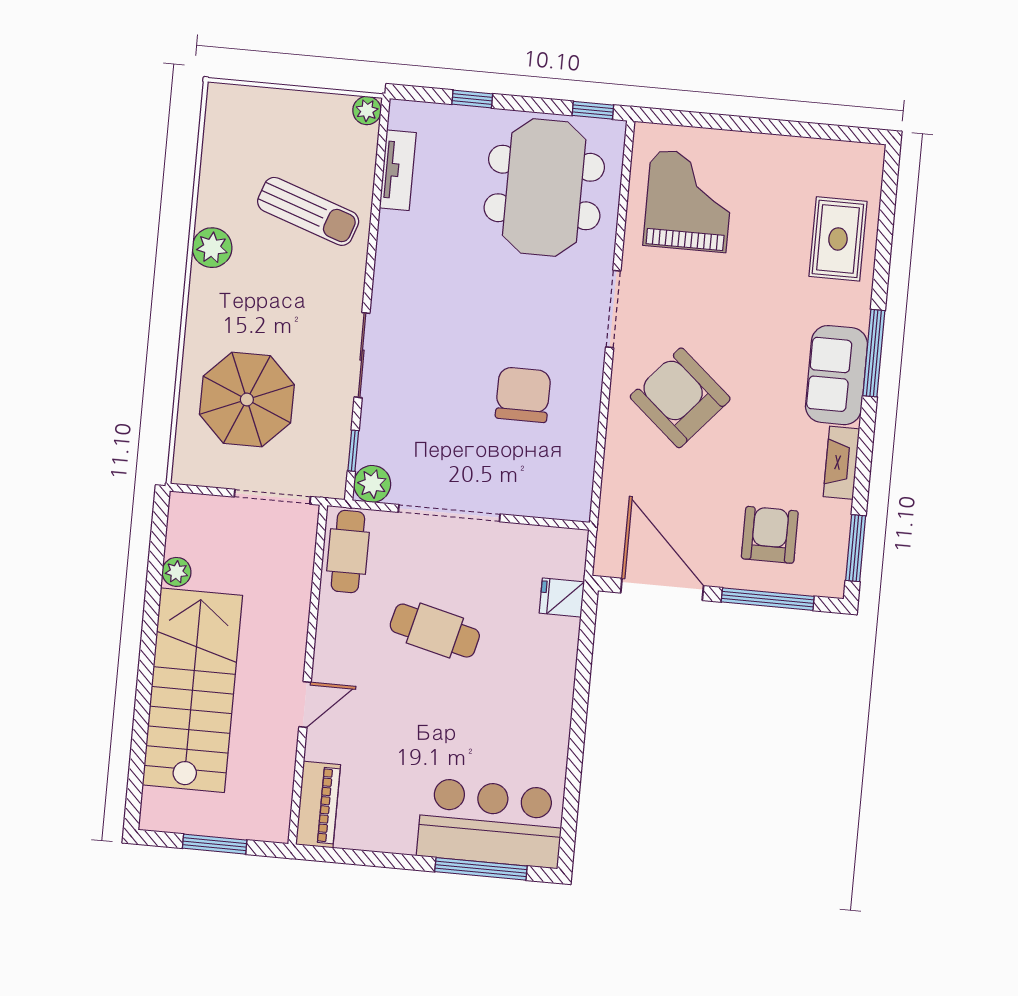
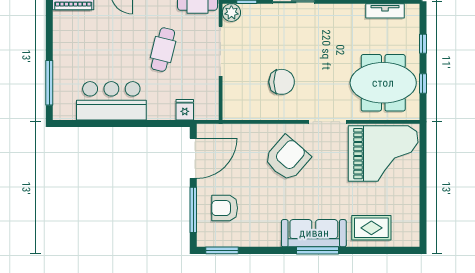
window: (593, 110) -> (423, 84), moved
grand piano: (689, 201) -> (383, 154), width x1.37, depth x1.48
sofa: (836, 375) -> (314, 233), width x1.36
fireplace: (841, 463) -> (263, 240), removed
armchair: (770, 535) -> (225, 208), turned 180
bar counter: (491, 823) -> (111, 101), moved, turned -90

